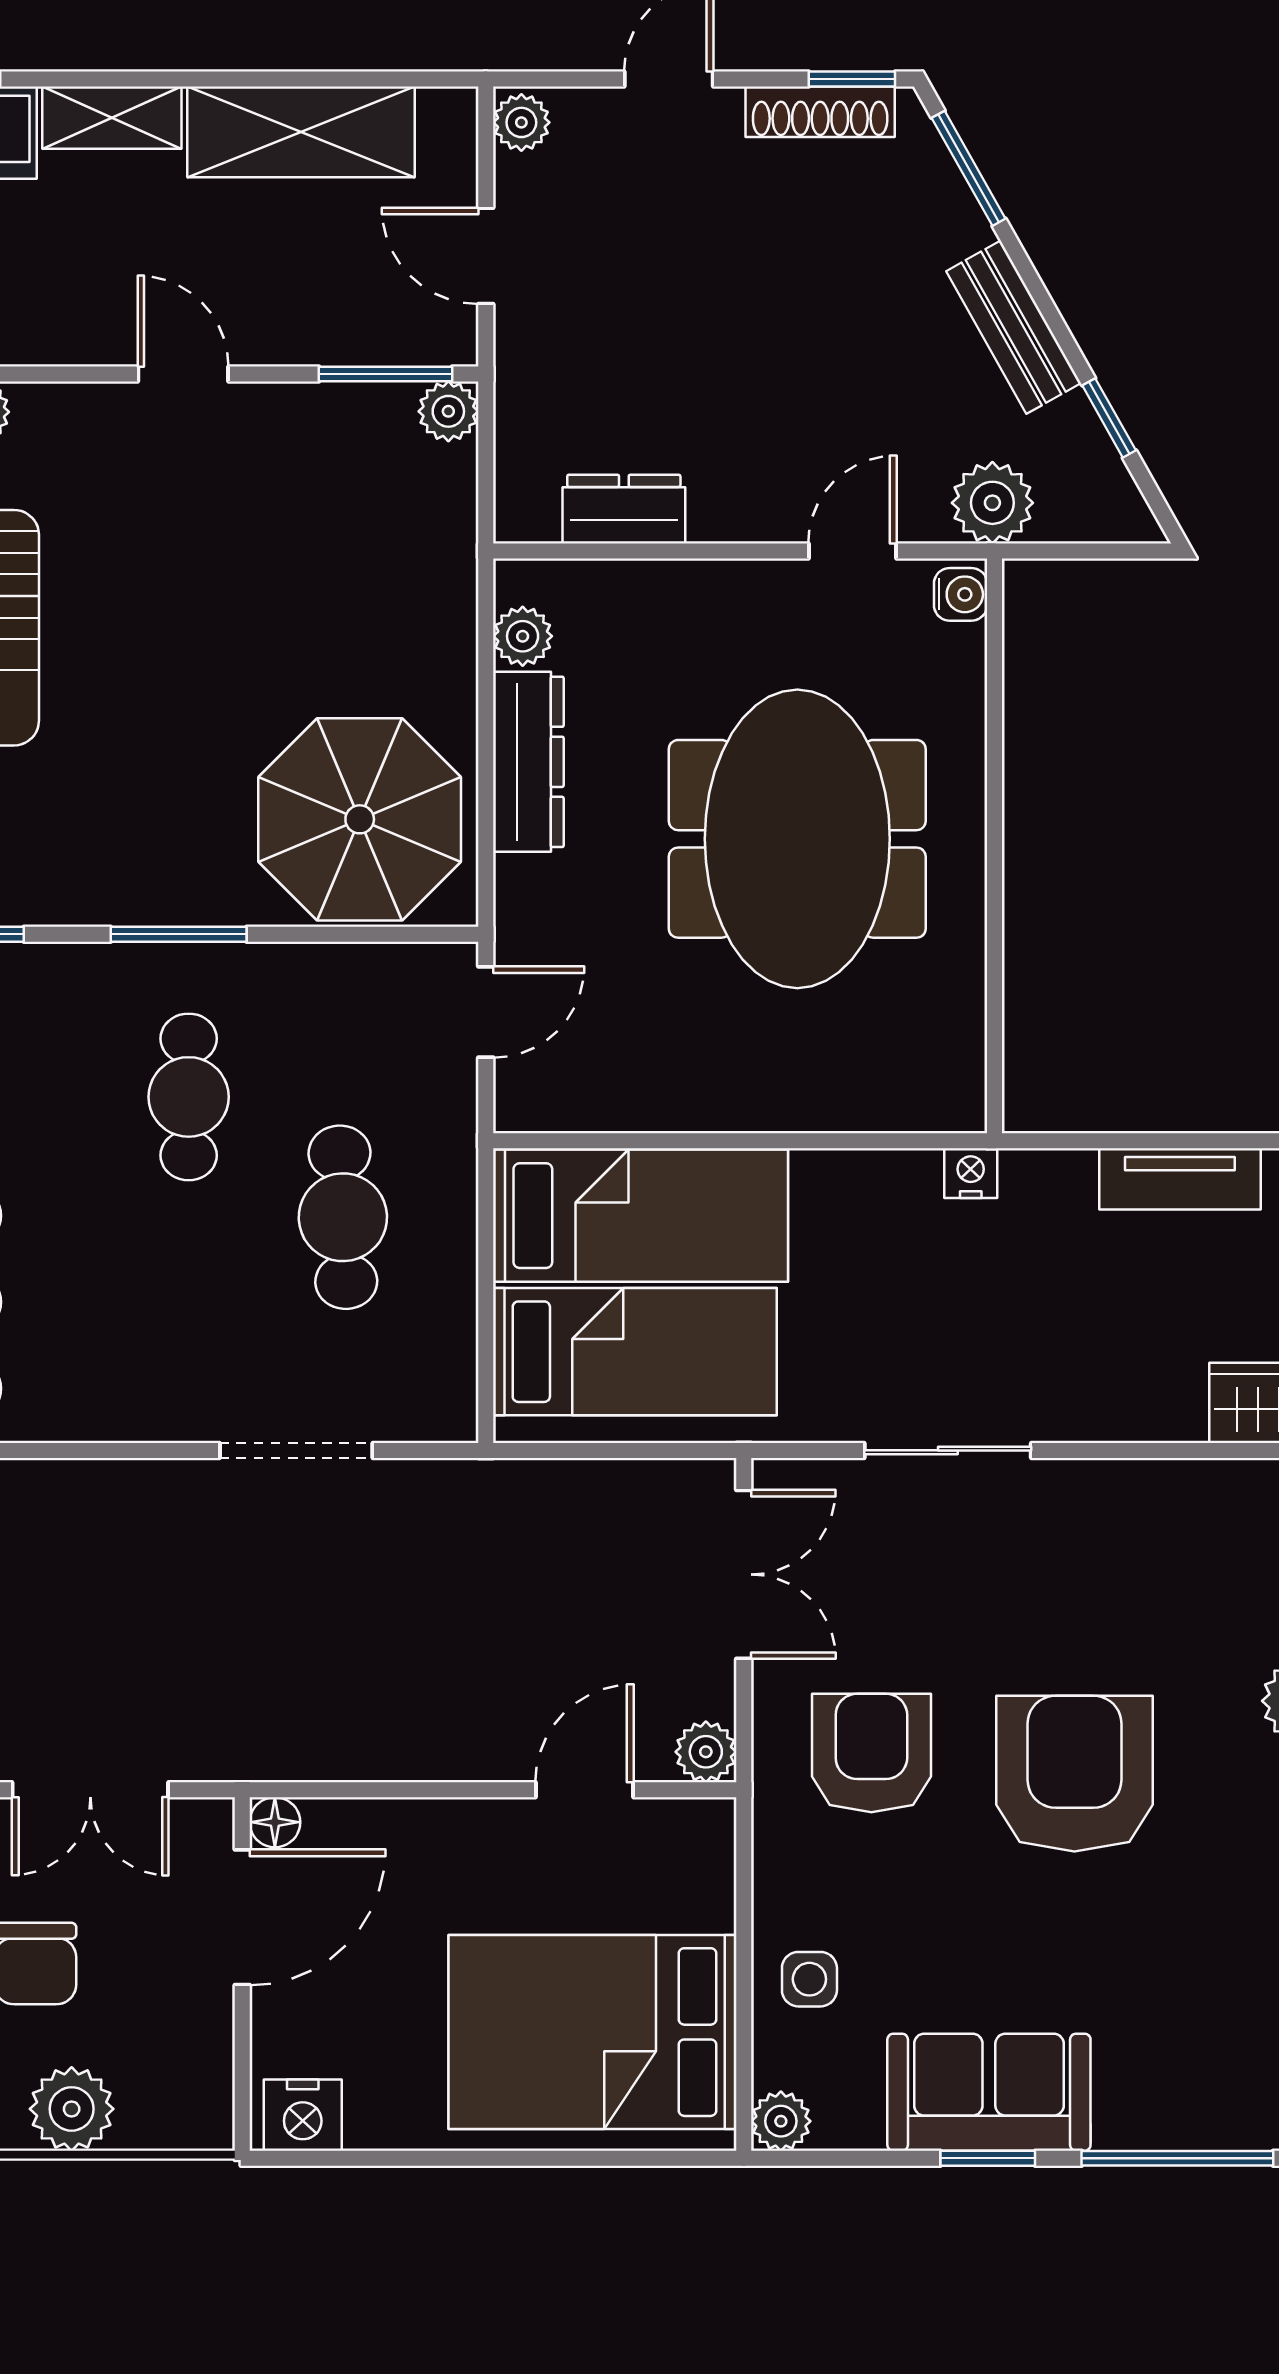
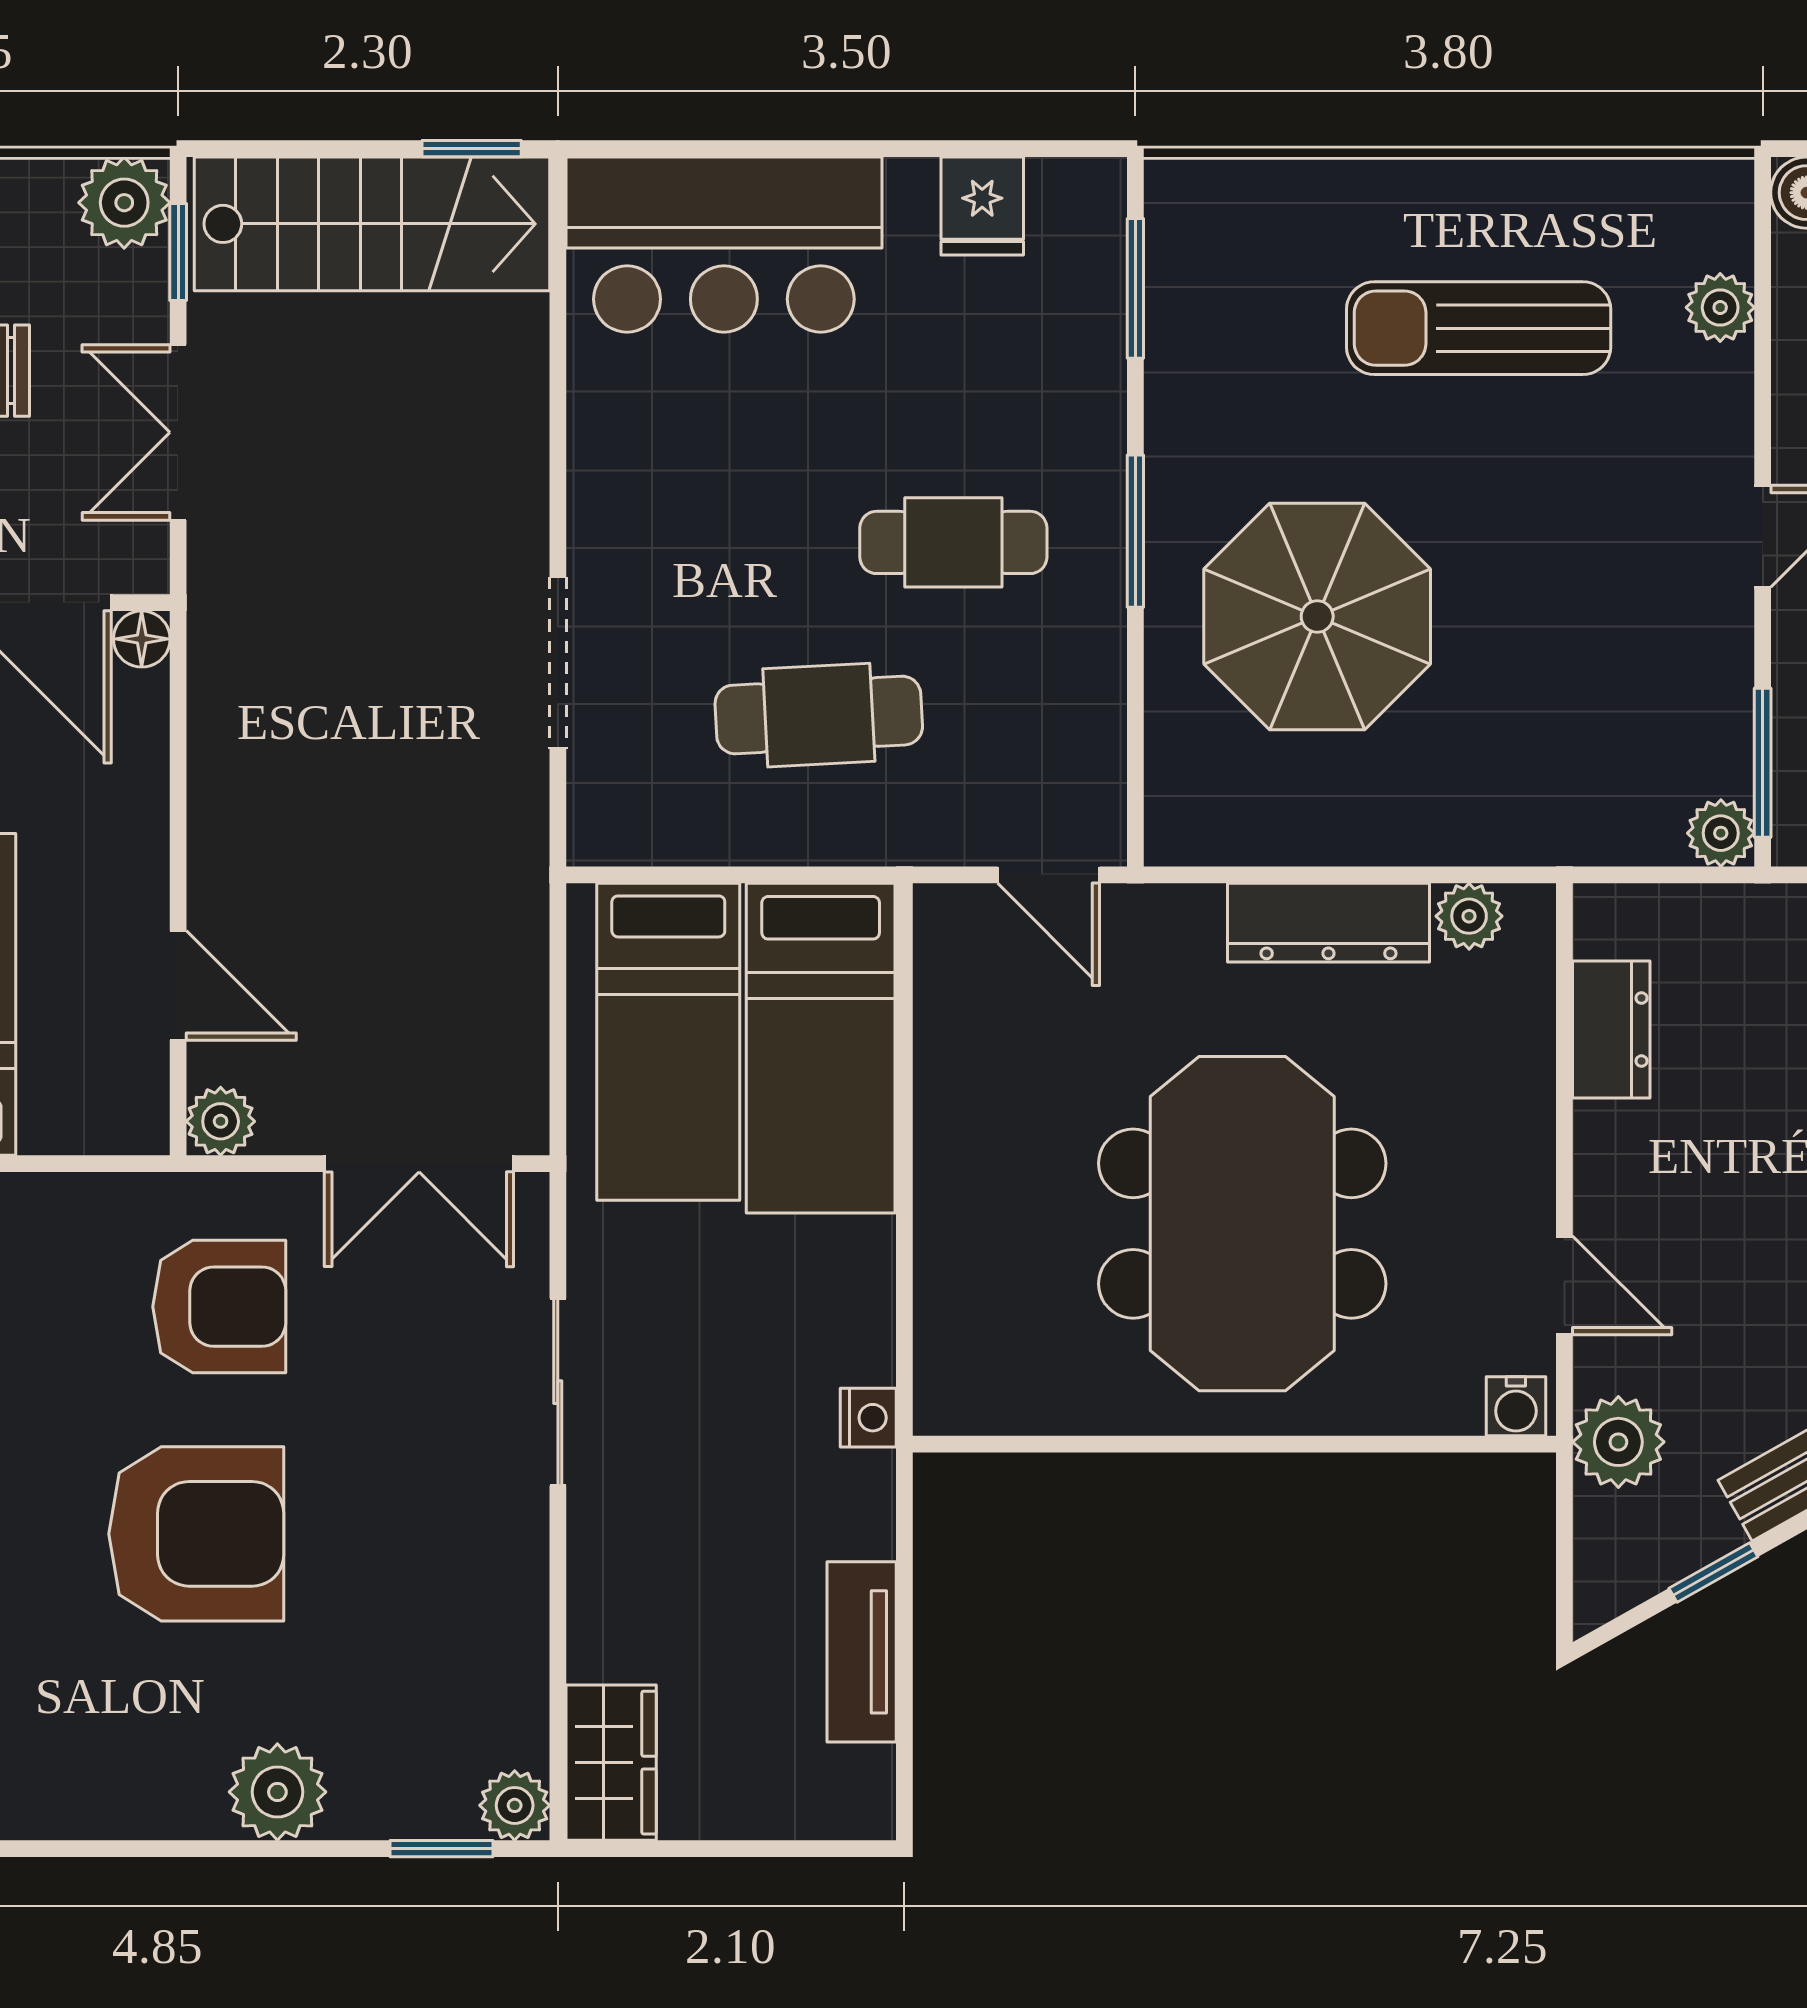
parasol: (360, 819) -> (1317, 616), moved
meeting table: (797, 839) -> (1242, 1224), turned 90

